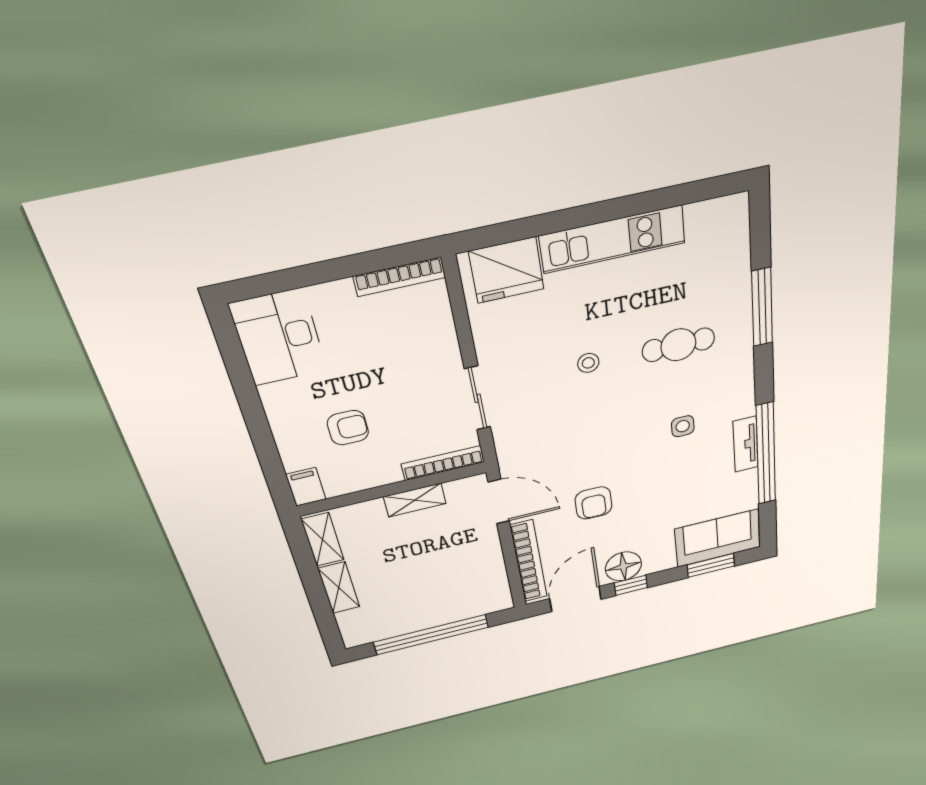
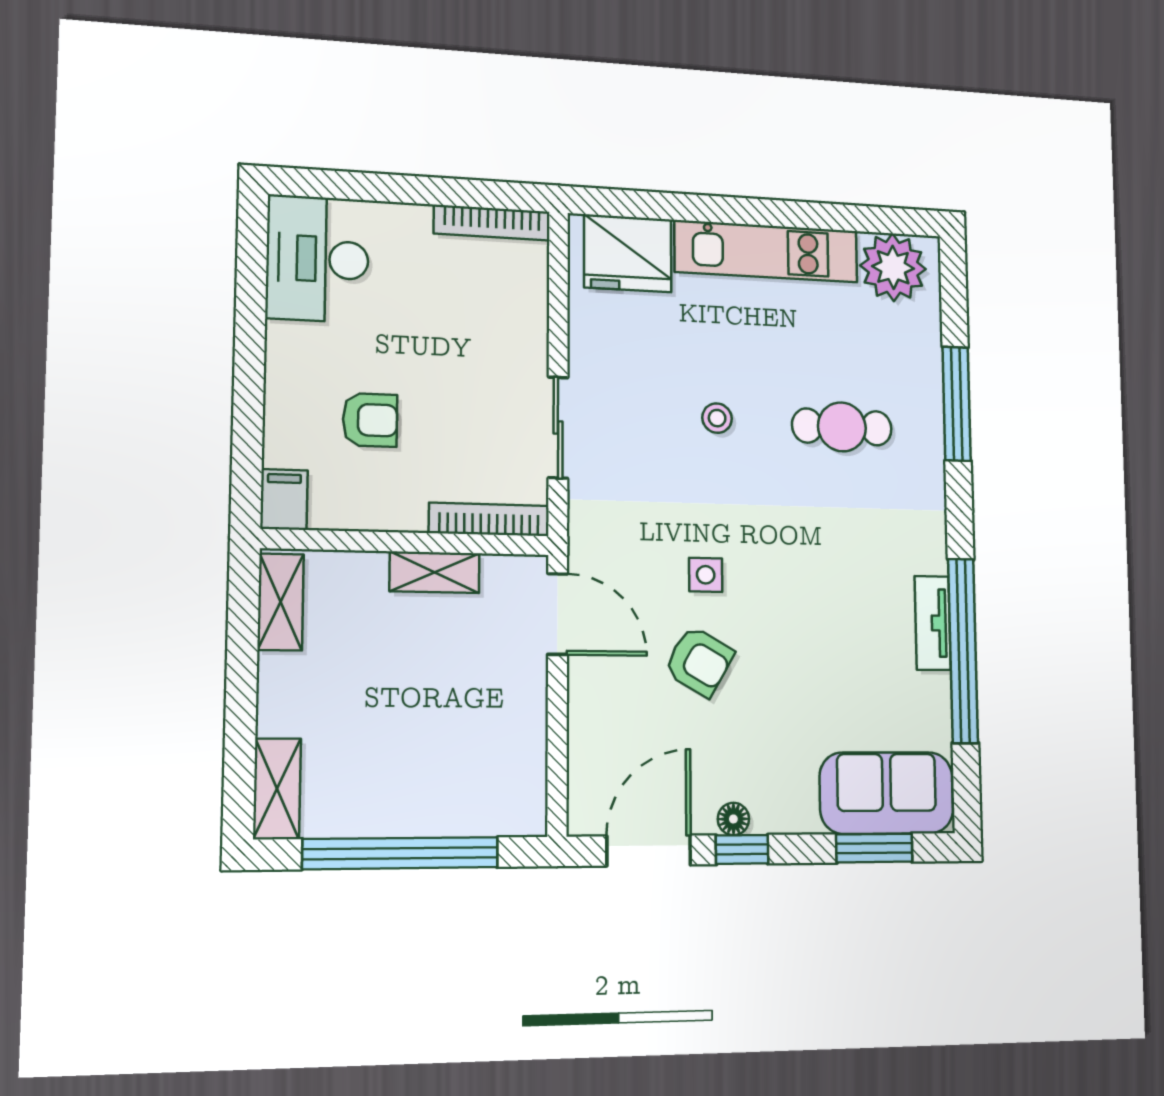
plant: (712, 224) -> (893, 267), added
side table: (683, 426) -> (706, 575), moved
armchair: (594, 503) -> (699, 661), turned -60
bookcase: (529, 561) -> (585, 745), removed
floor lamp: (623, 566) -> (733, 819), width x0.53, depth x0.53
shelving: (339, 588) -> (277, 789), moved

